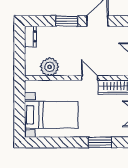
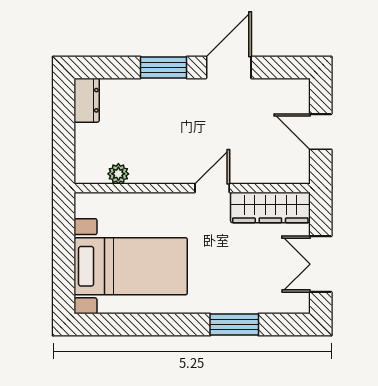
plant: (50, 67) -> (118, 174), width x0.53, depth x0.53
door: (90, 78) -> (212, 188), hinge flipped

